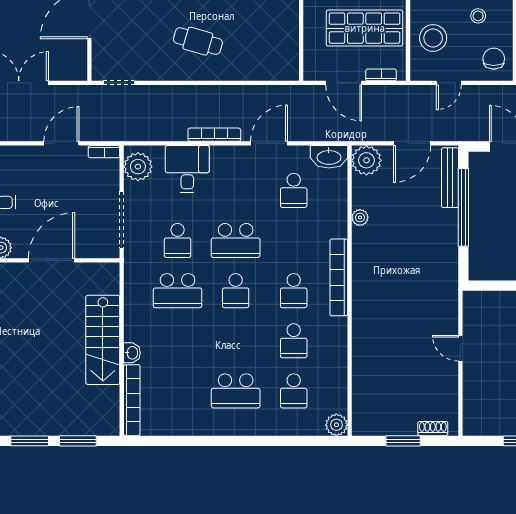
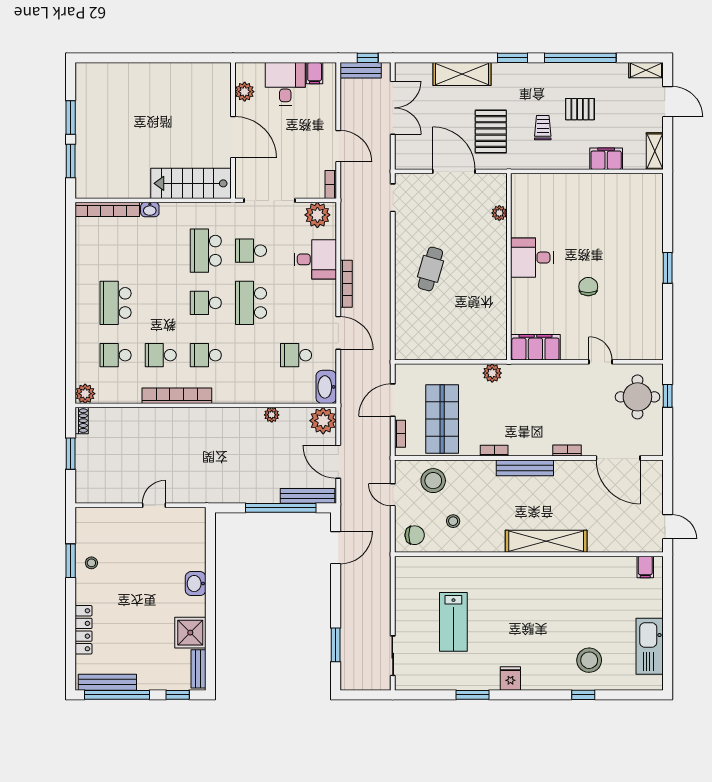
bookcase: (339, 277) -> (177, 396), moved
stairs: (103, 340) -> (191, 183), moved
shoe rack: (433, 429) -> (82, 421), moved

